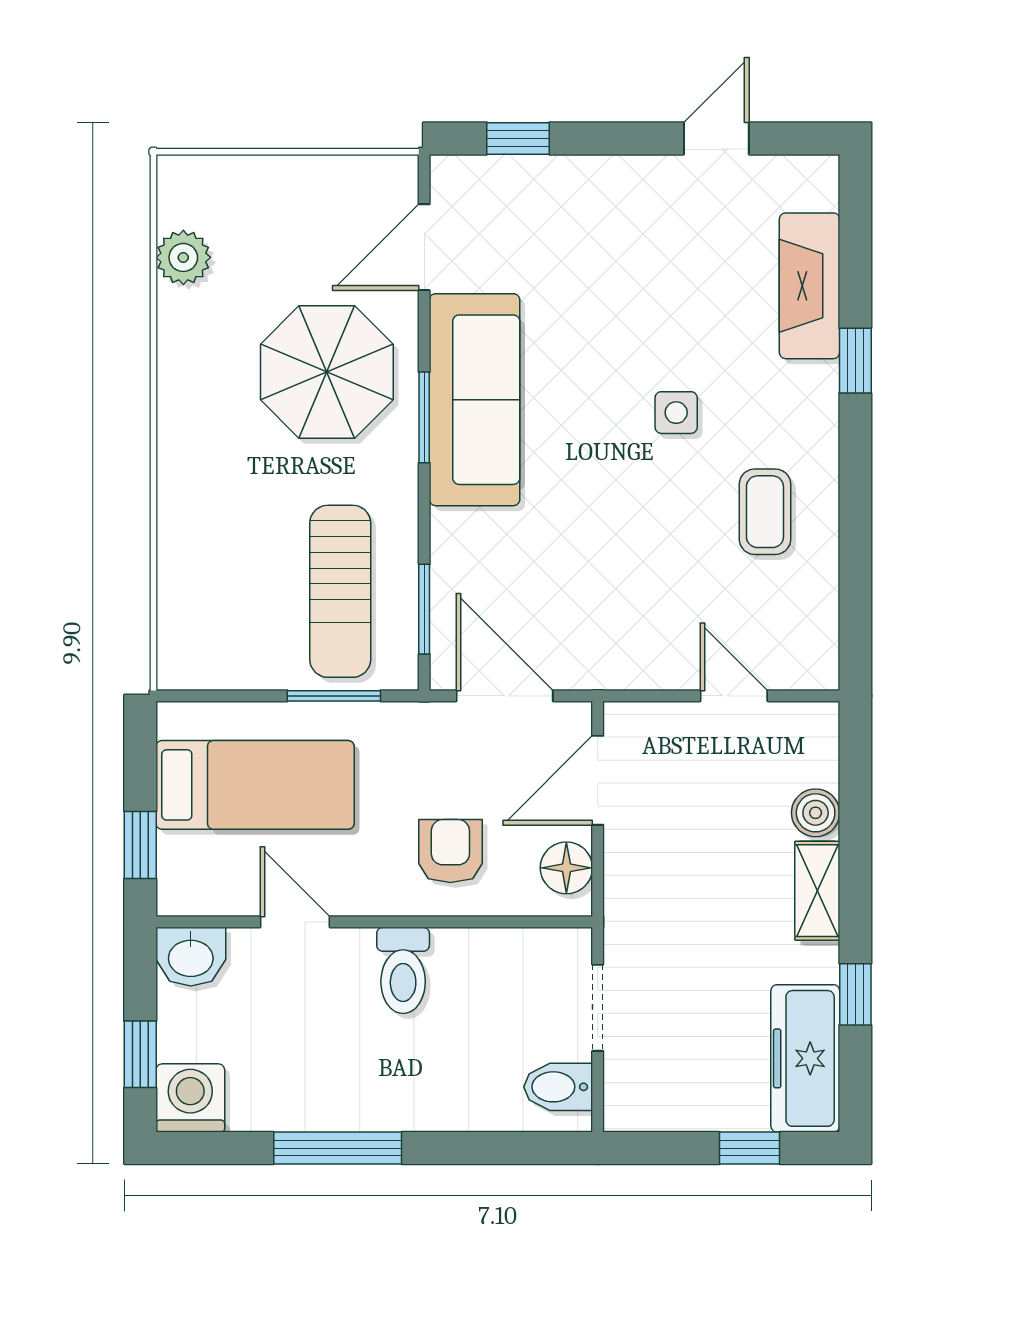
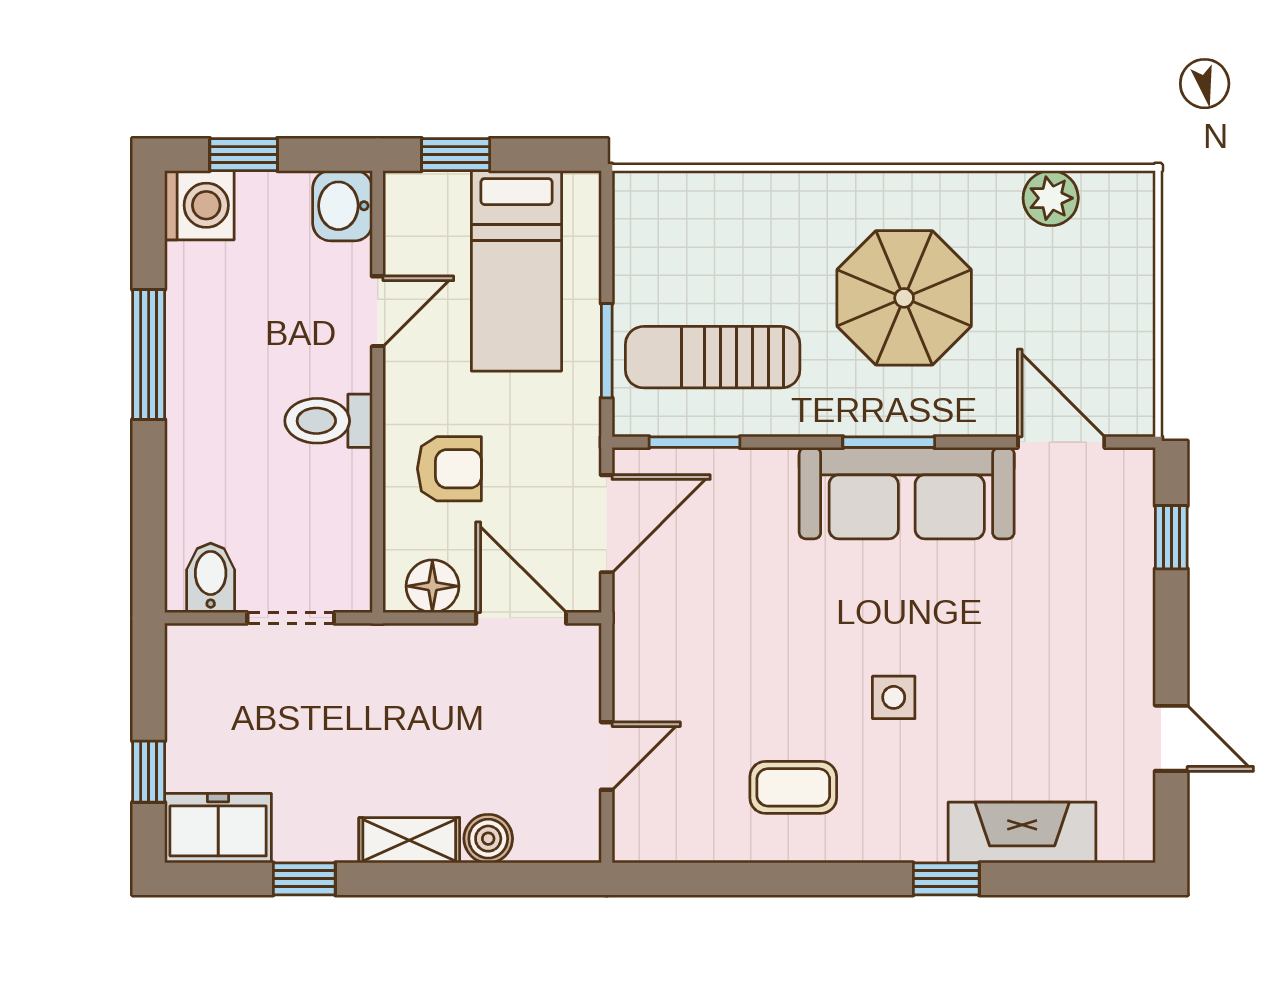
parasol: (327, 372) -> (904, 298), moved
freezer: (805, 1058) -> (218, 828), width x0.71

